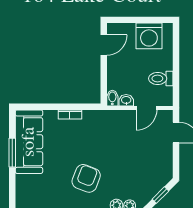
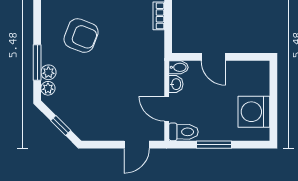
door: (104, 45) -> (213, 57), moved
window: (176, 69) -> (214, 145), added
toilet: (161, 78) -> (183, 132), moved, turned 90

